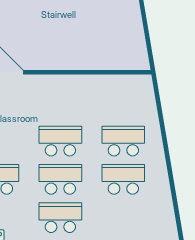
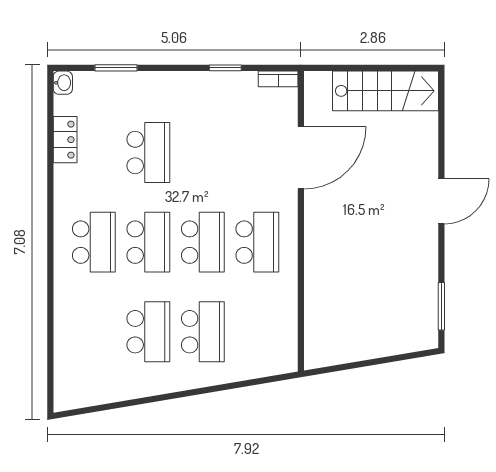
school desk: (60, 103) -> (257, 242), added

